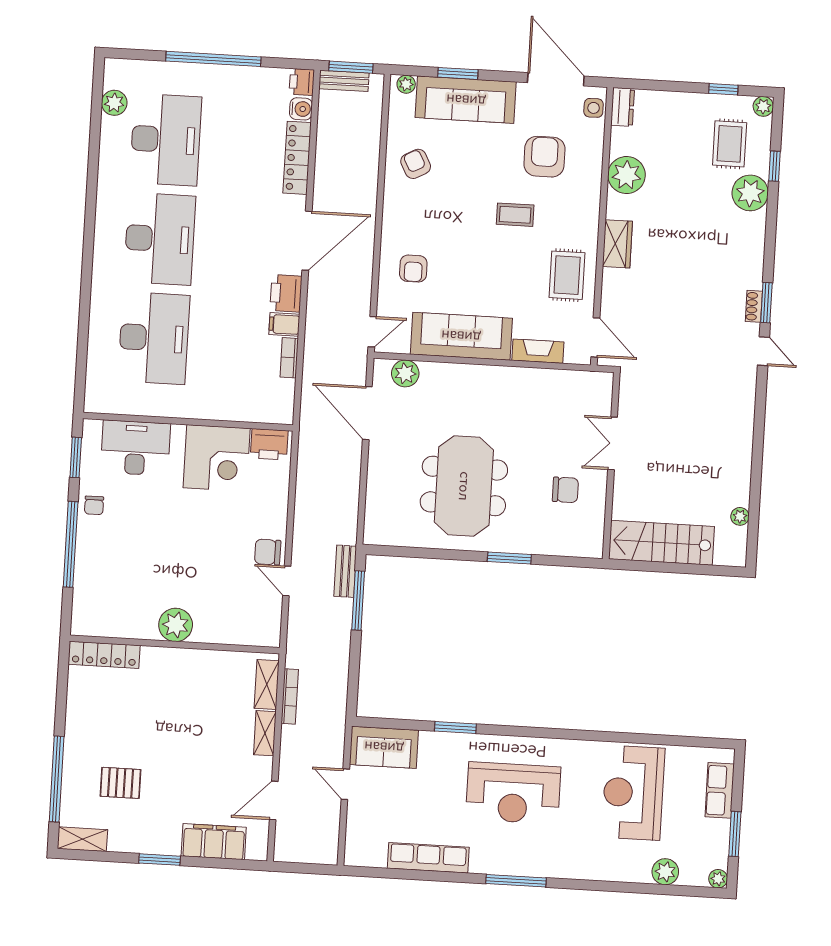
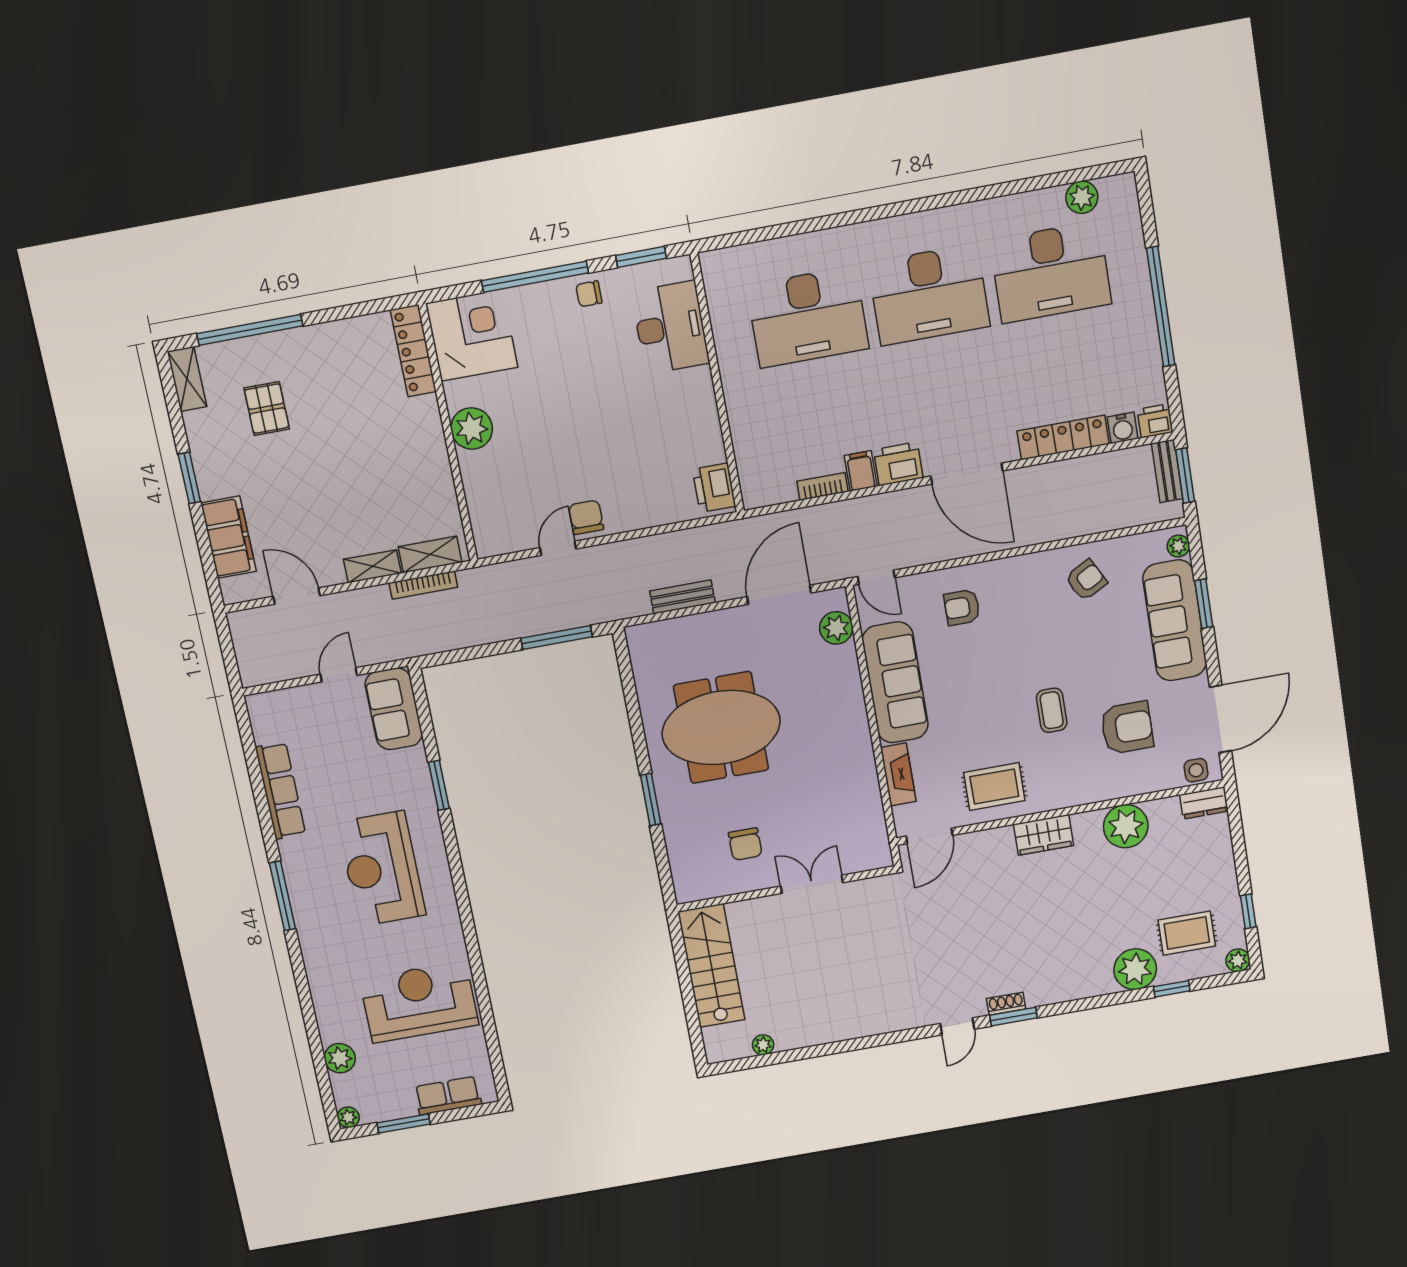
corner desk: (217, 458) -> (472, 335), moved, turned 180
bench: (345, 571) -> (682, 597), moved

